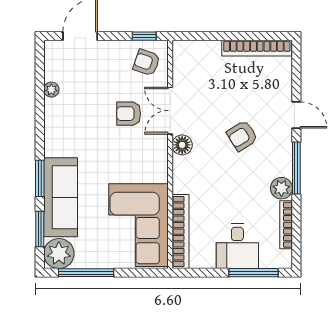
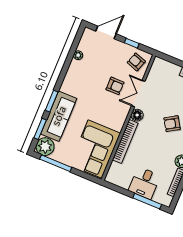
window: (144, 36) -> (132, 43), moved
armchair: (129, 114) -> (115, 86), turned 180
bookcase: (180, 232) -> (125, 141), moved

